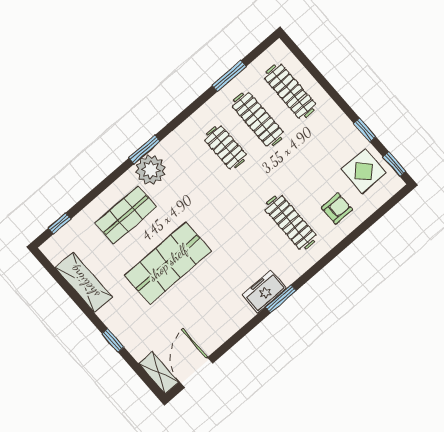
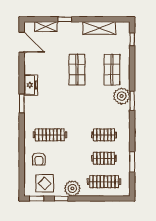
clothes rail: (258, 119) -> (104, 158), width x0.73
plant: (337, 127) -> (72, 188), added
shop shelf: (168, 263) -> (77, 70), width x0.70, depth x0.74
freezer: (264, 292) -> (31, 85), moved
shelving: (159, 373) -> (46, 27), moved

